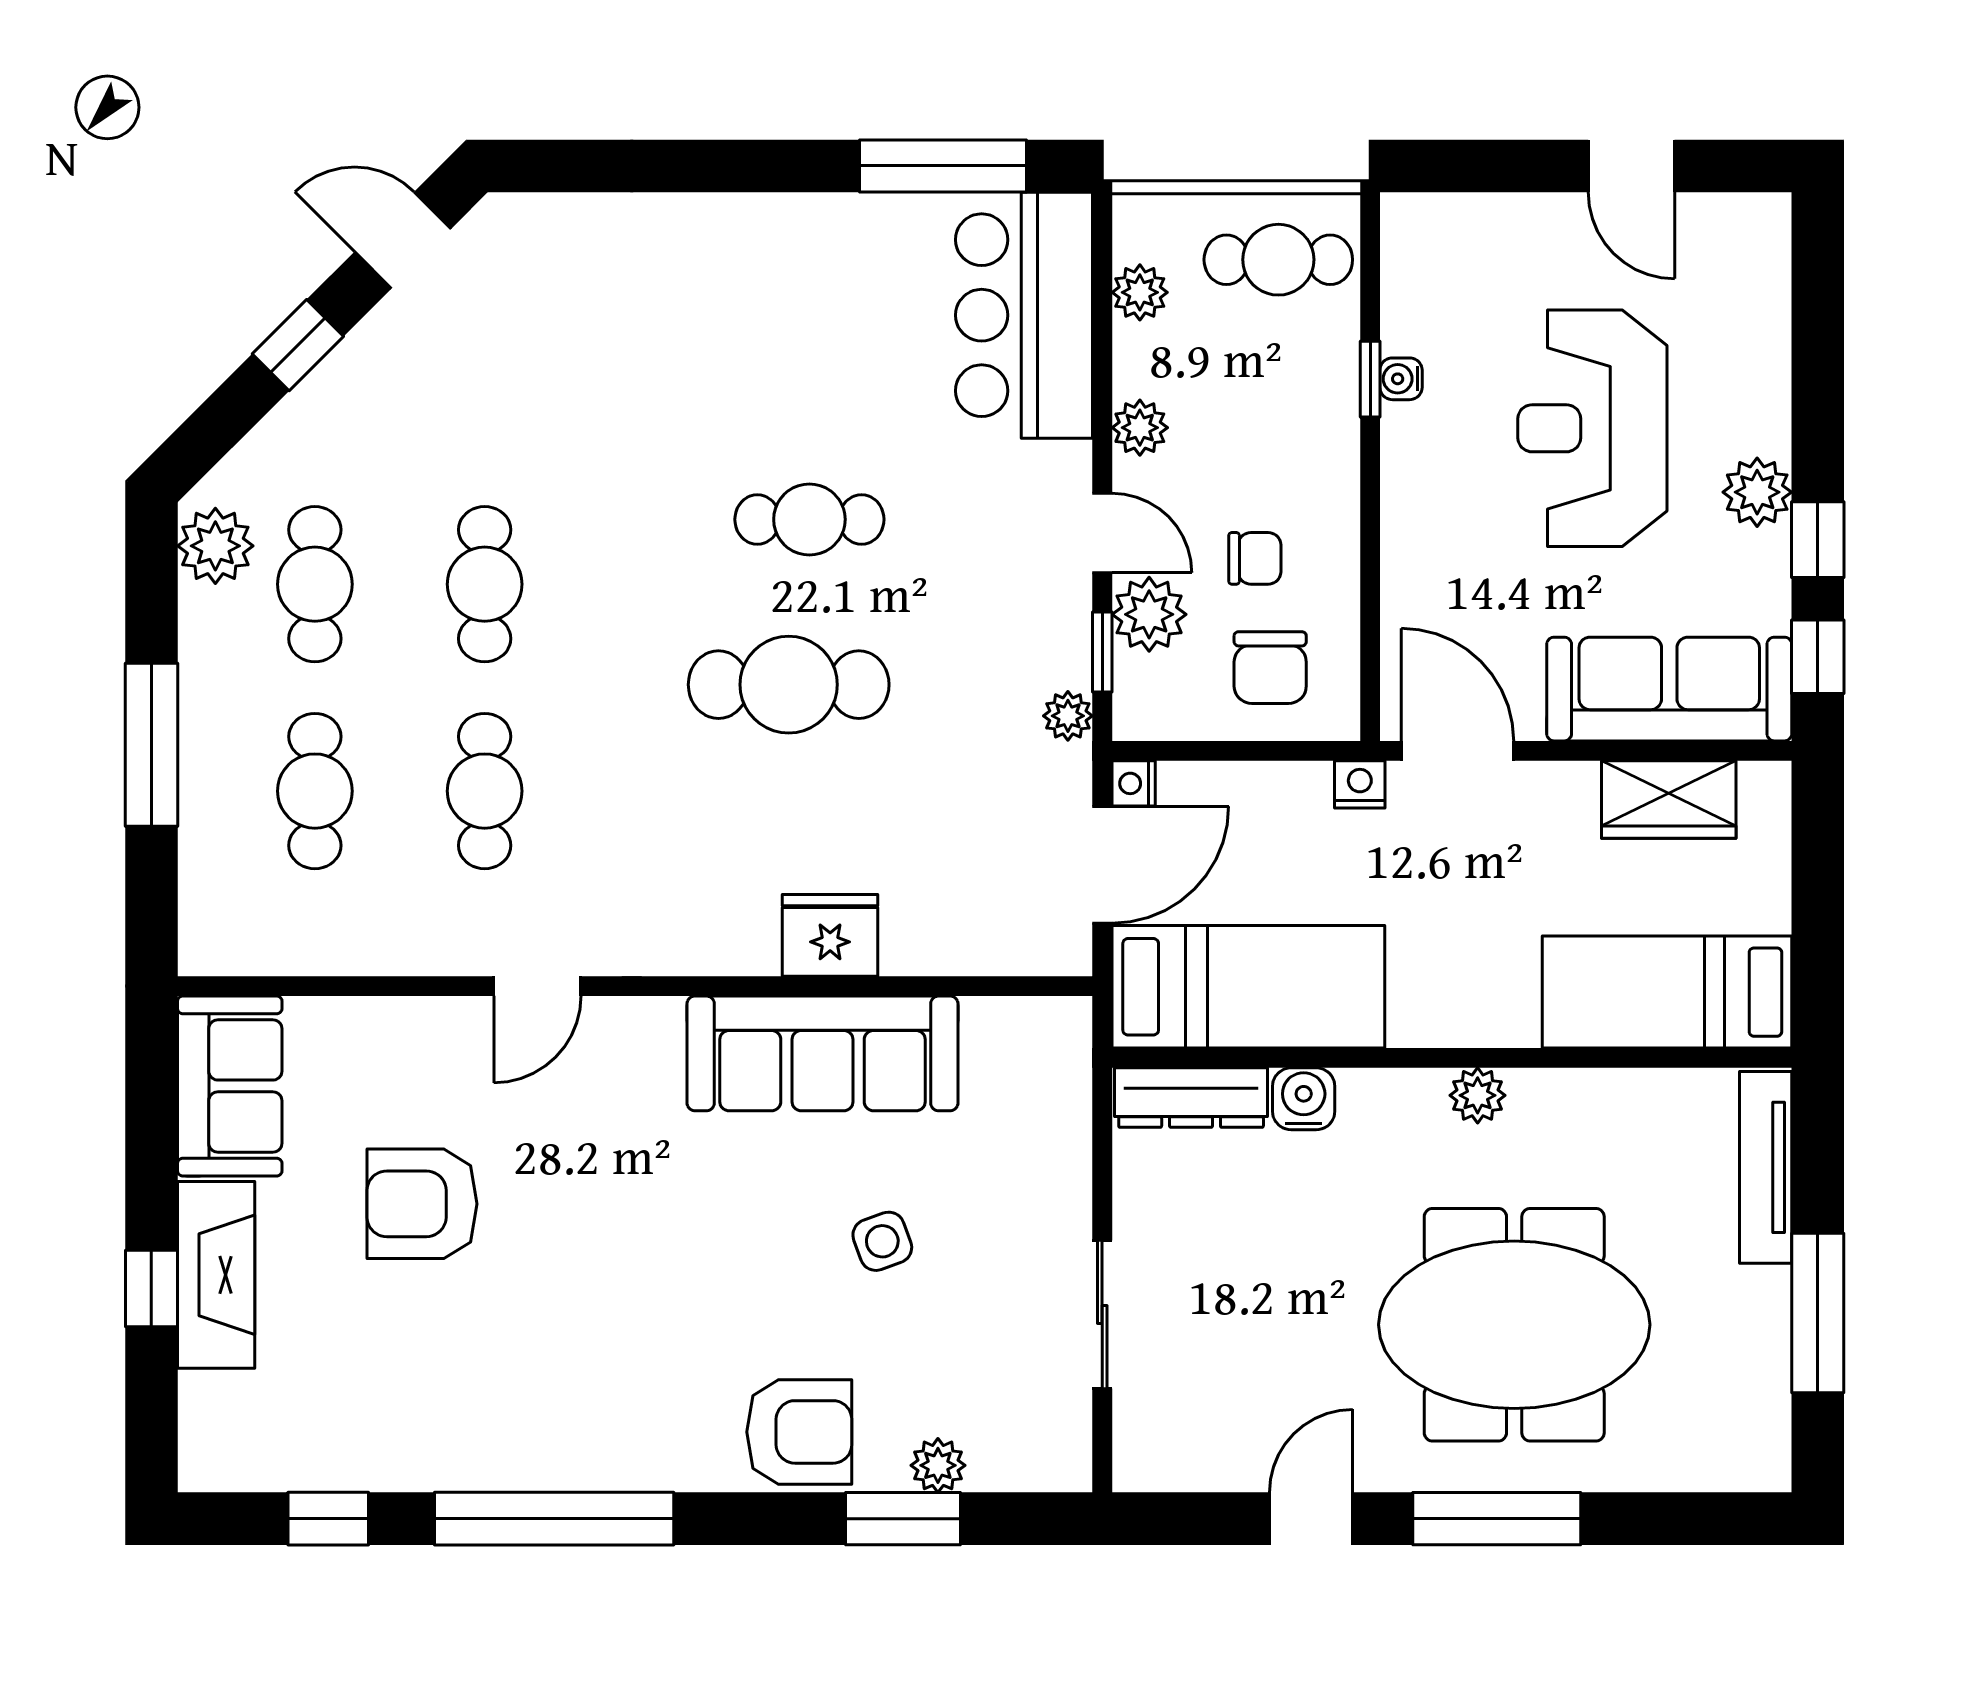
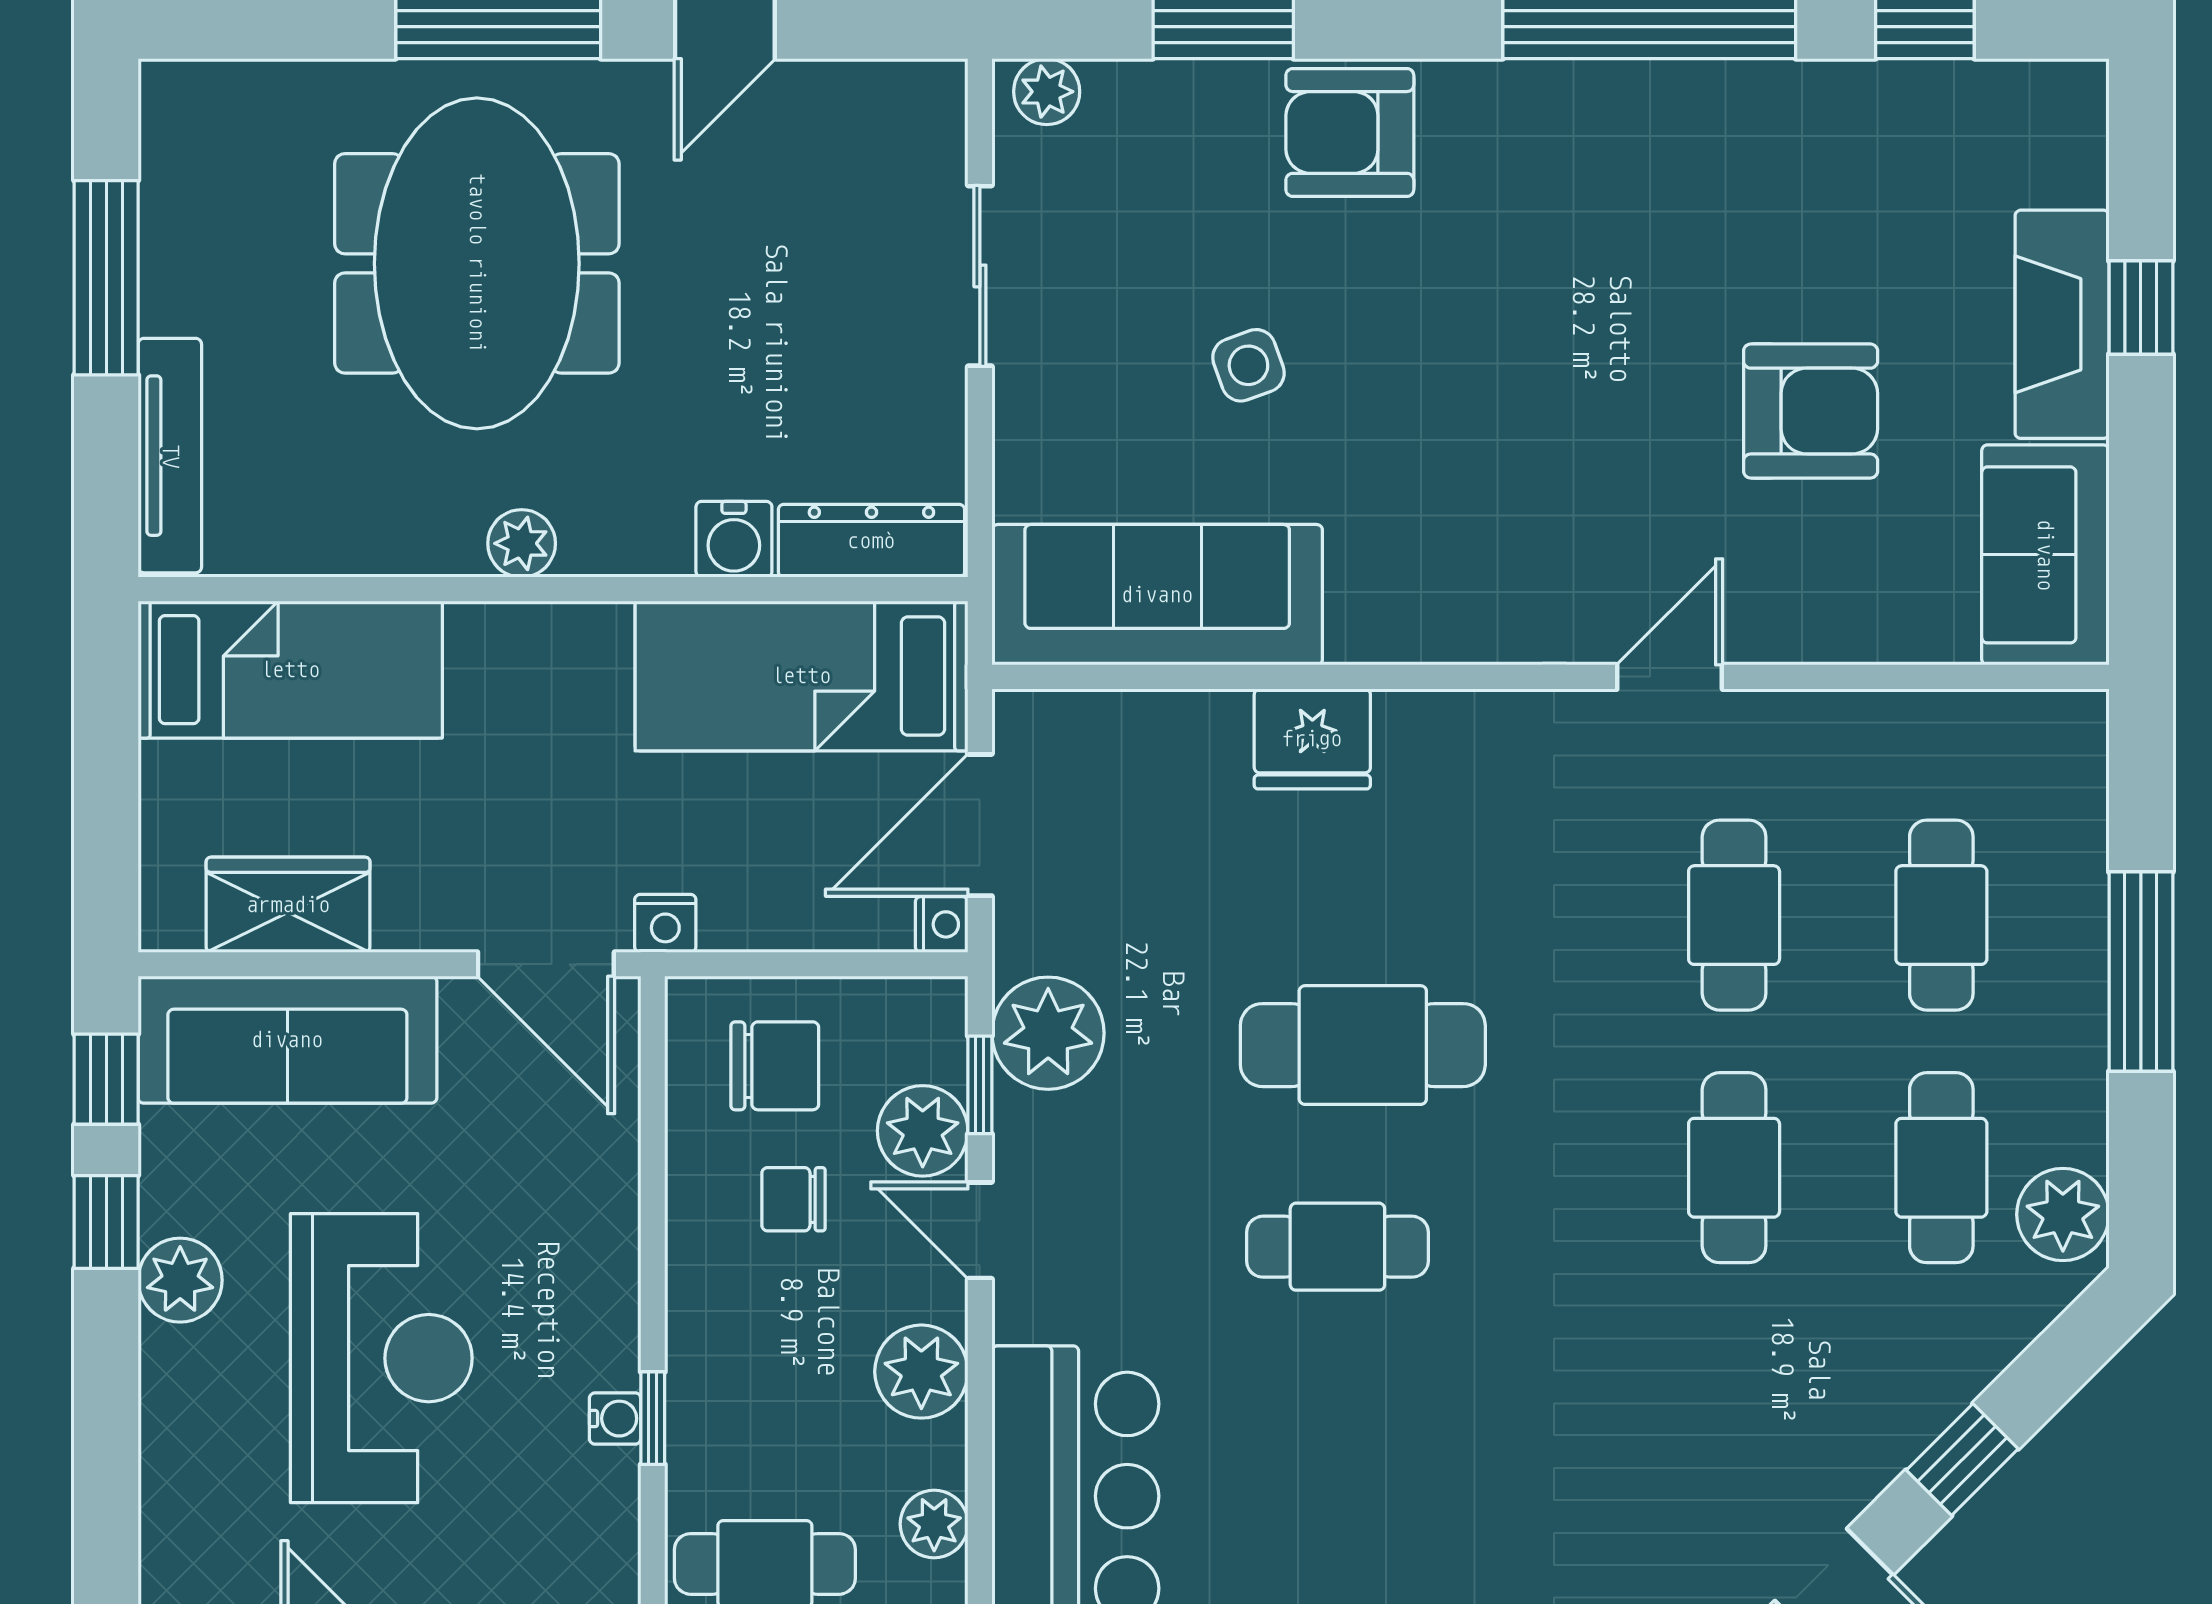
plant: (1140, 428) -> (921, 1372), width x1.38, depth x1.38
chair: (1270, 668) -> (775, 1066), turned 90
plant: (1068, 716) -> (1048, 1033), width x1.88, depth x1.88
sofa: (822, 1053) -> (1157, 595), moved
meeting table: (1514, 1325) -> (477, 263), turned 90
plant: (938, 1465) -> (1047, 92), moved

